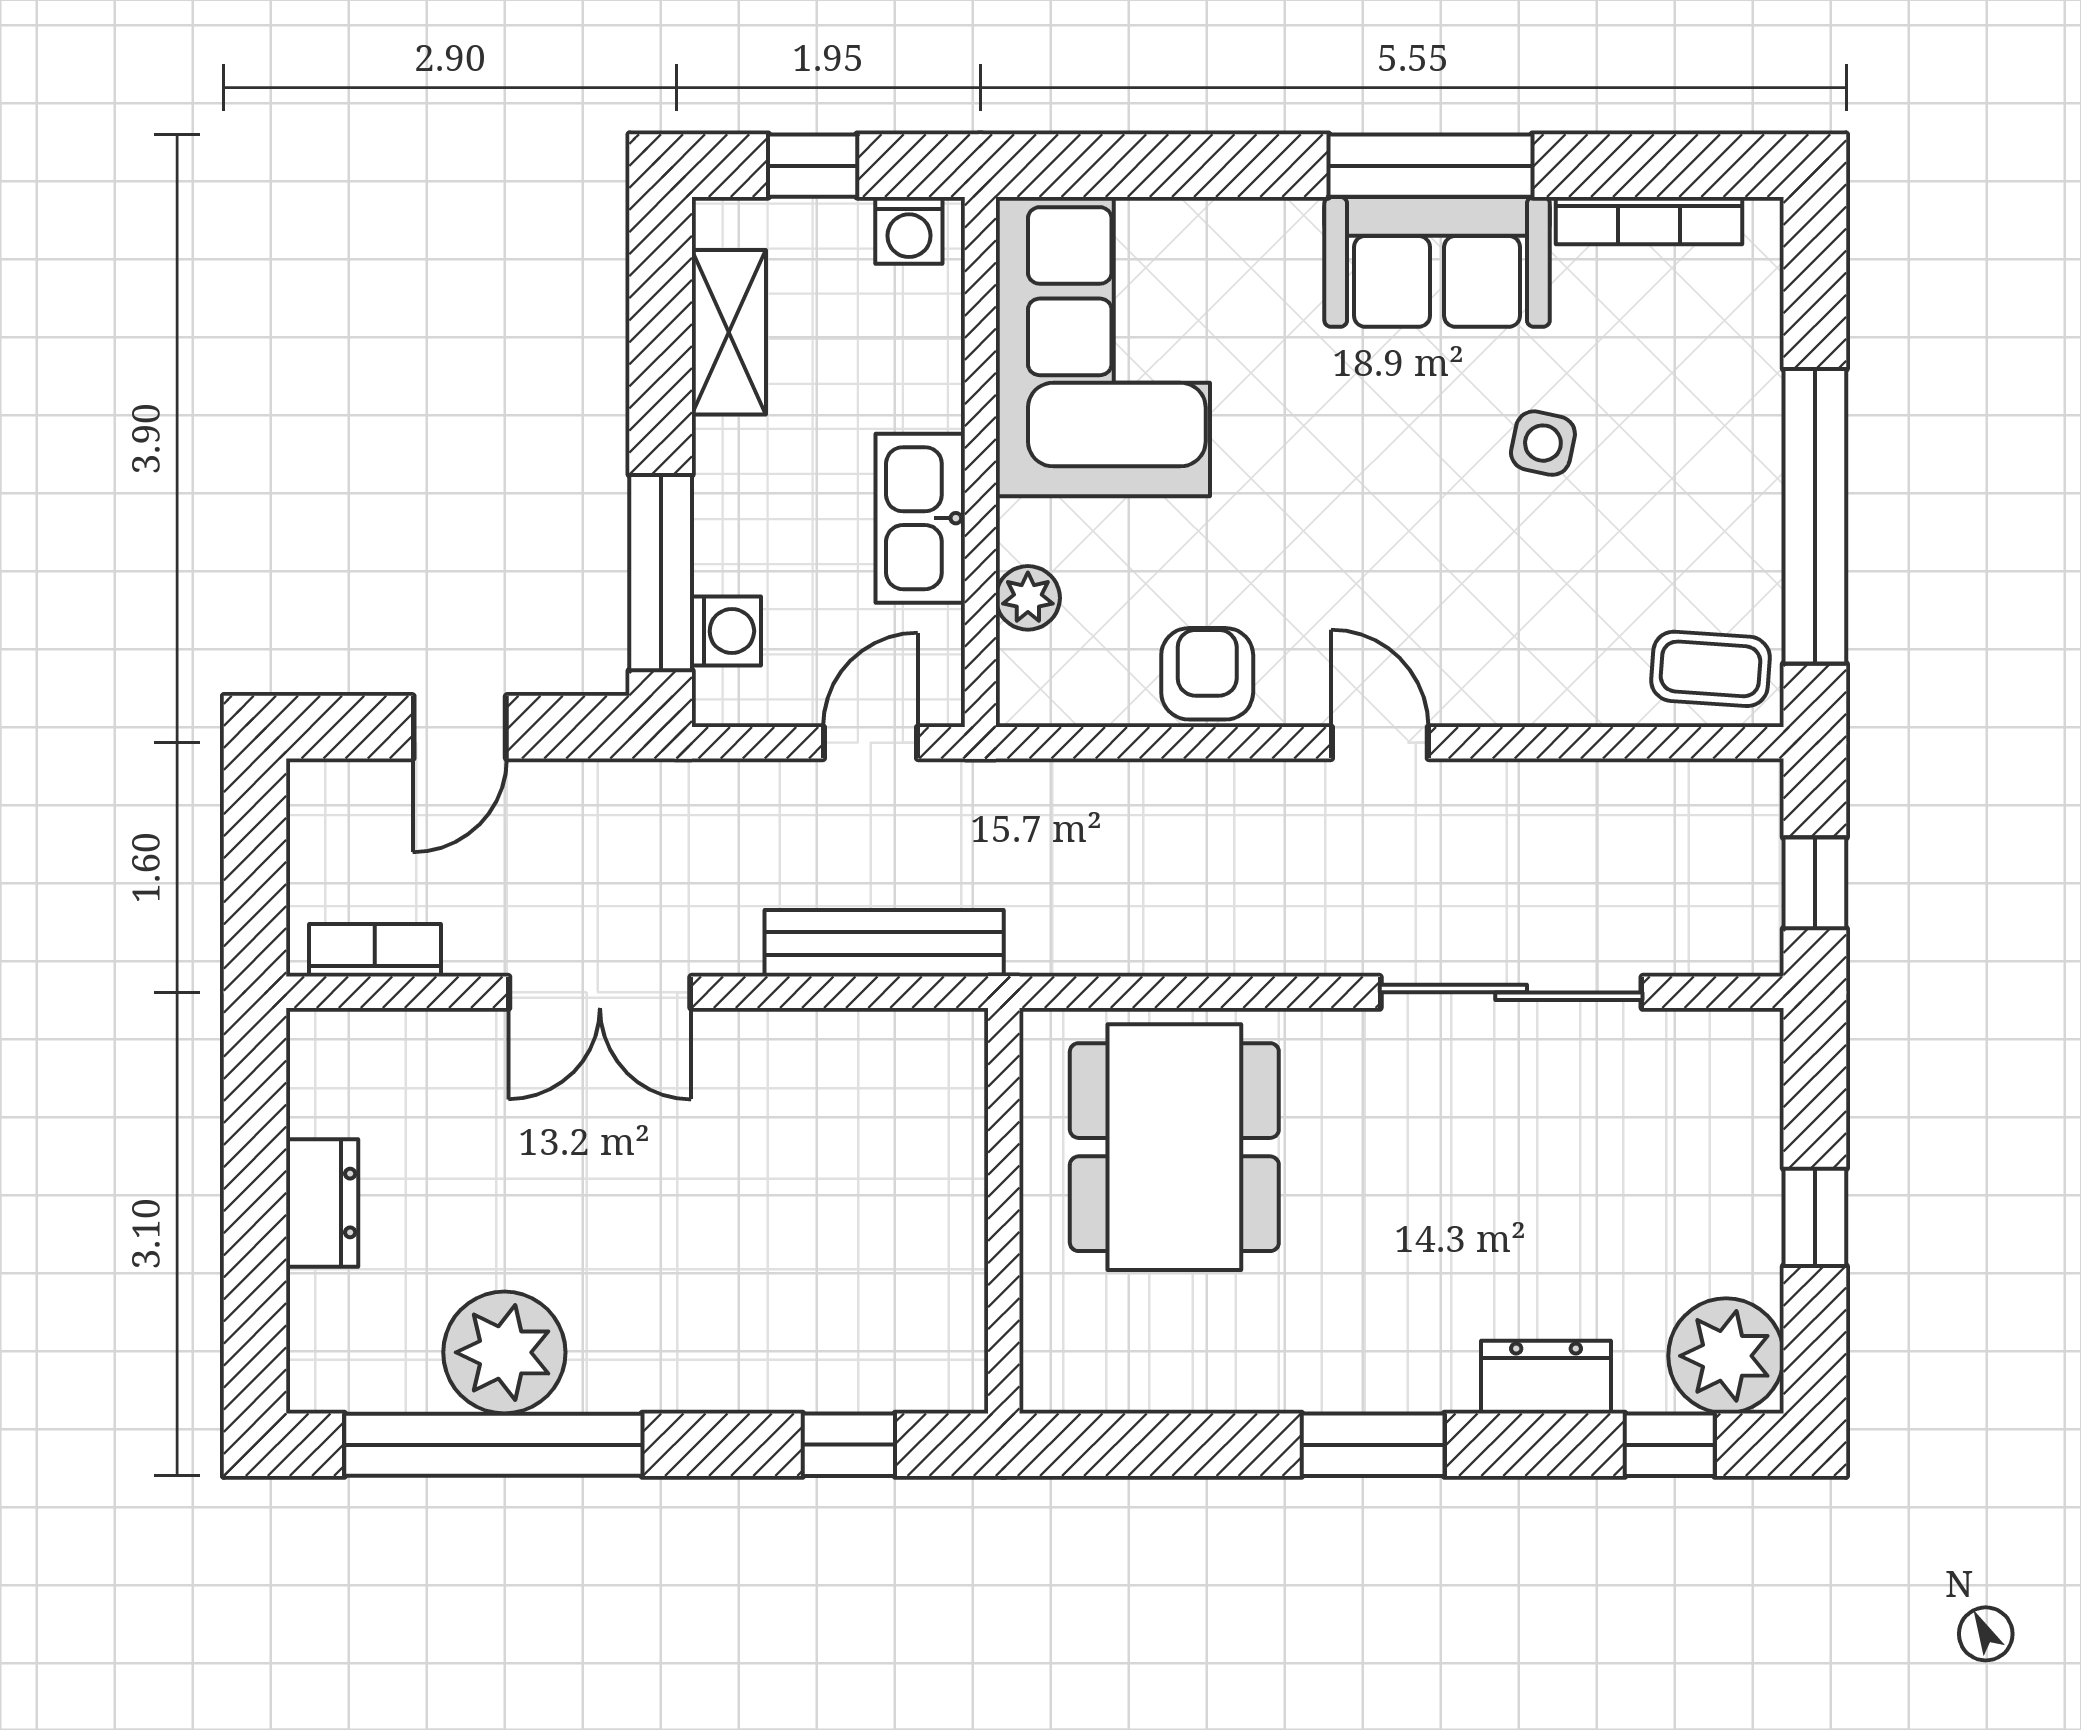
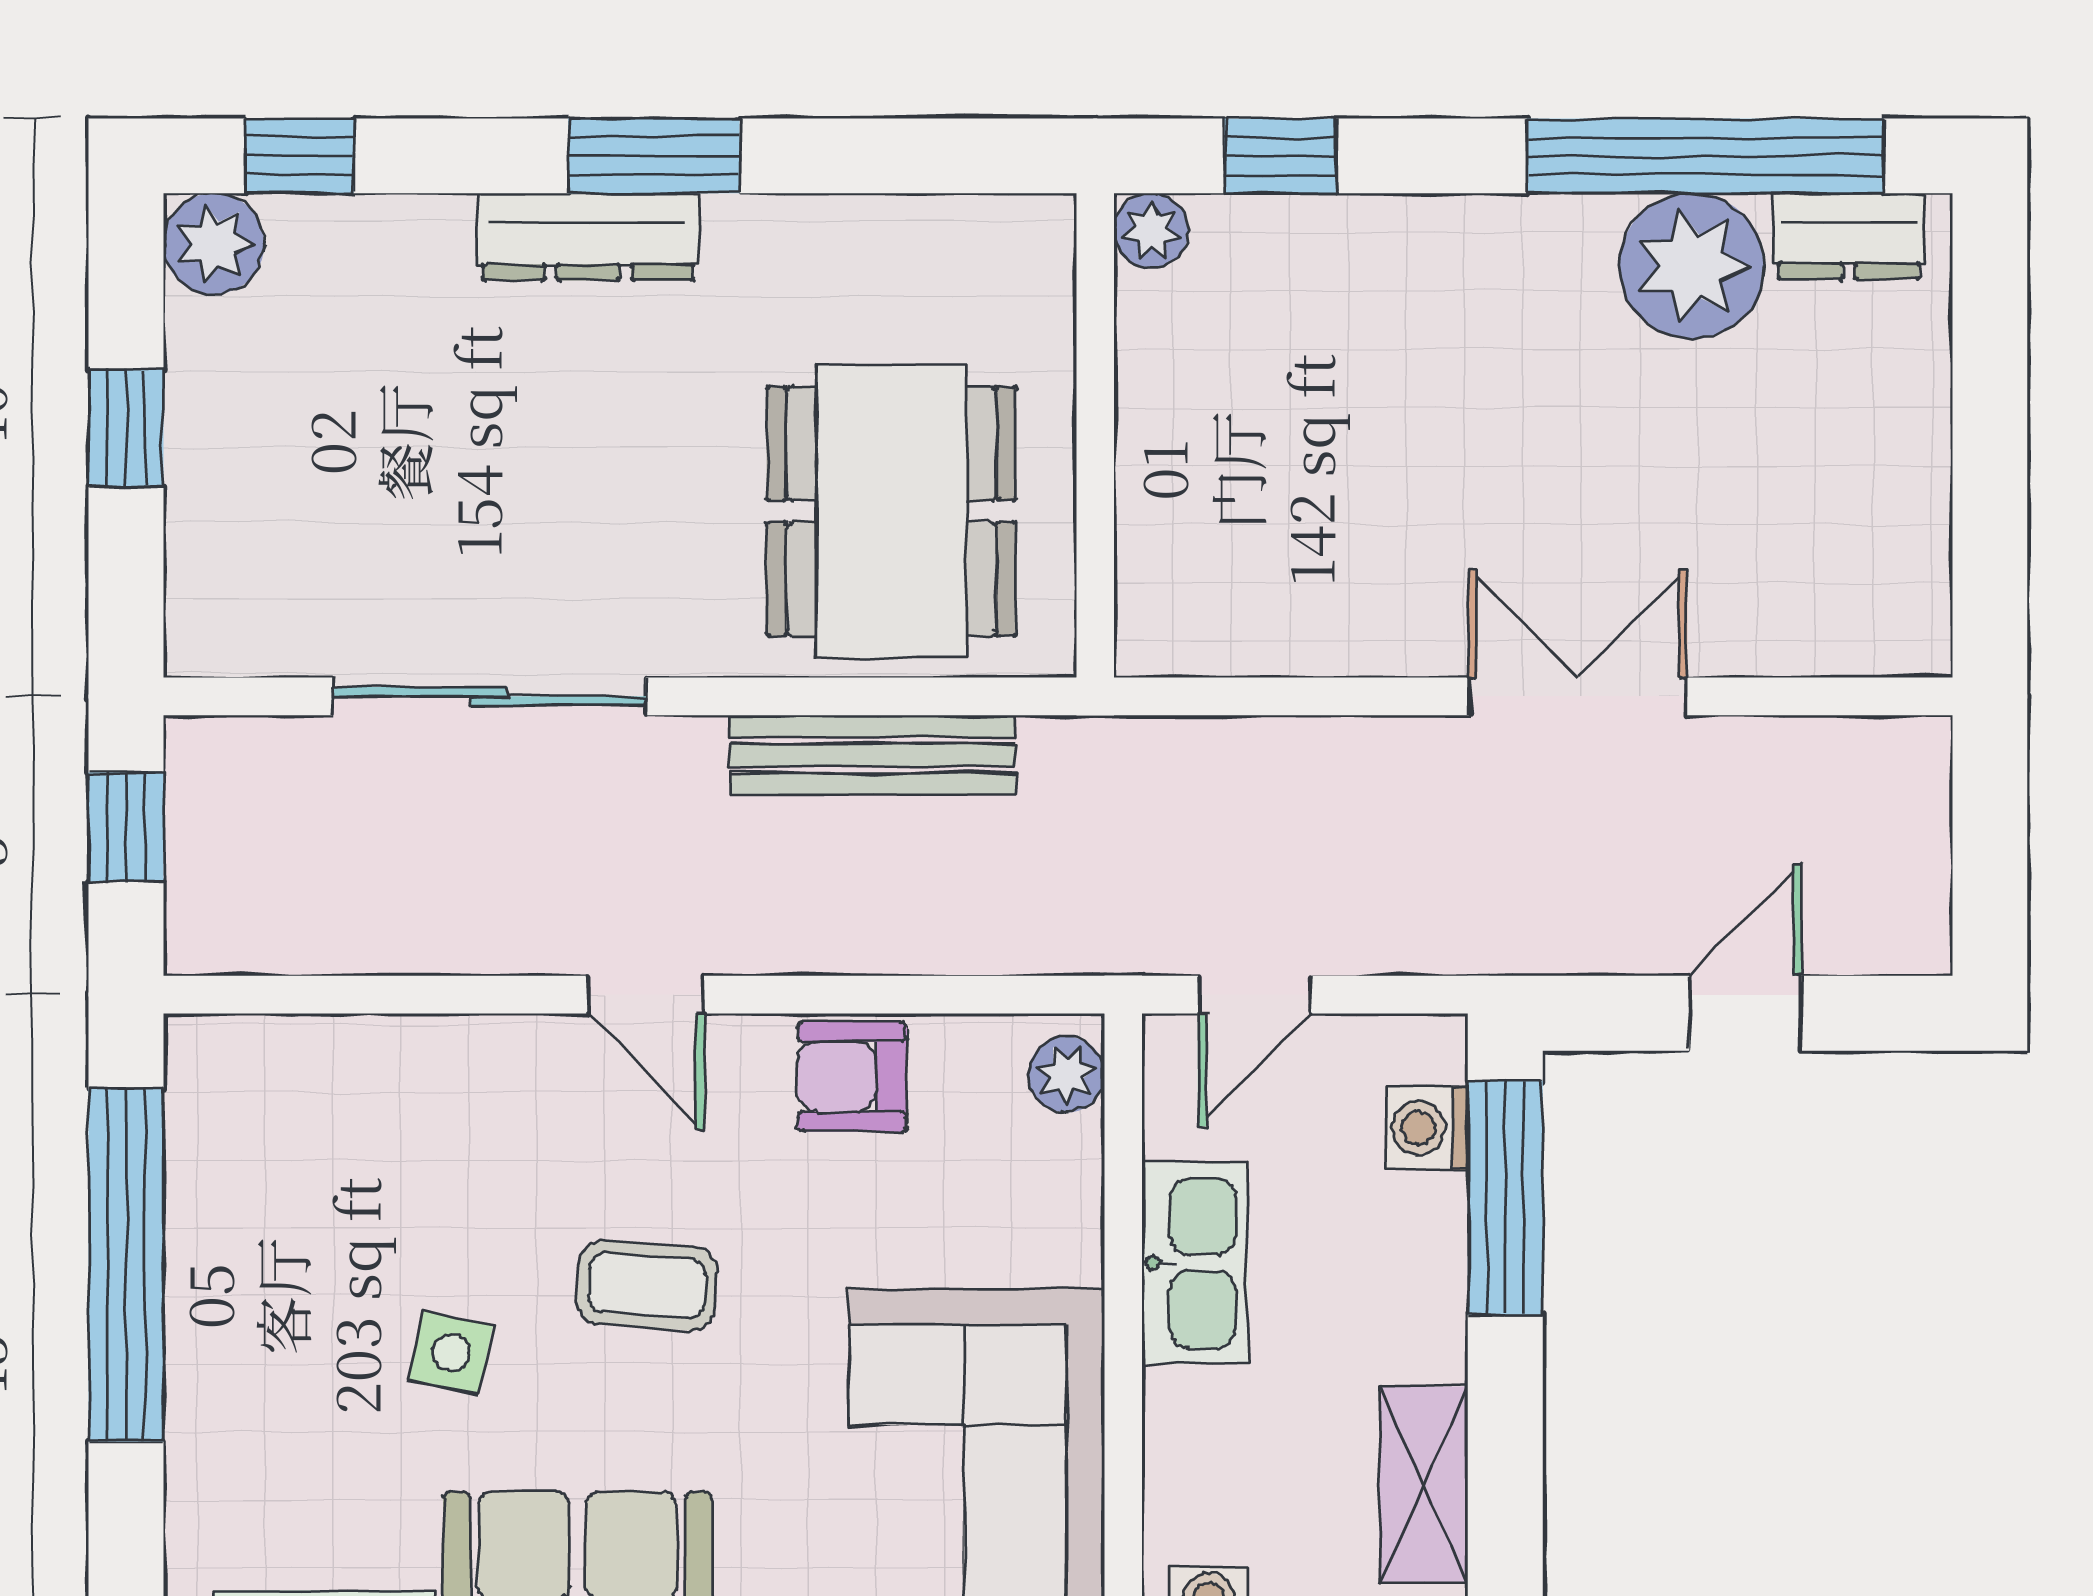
plant: (1028, 598) -> (1066, 1075), moved
coffee table: (1711, 669) -> (647, 1286), moved
armchair: (1207, 674) -> (852, 1077), turned 90
bench: (884, 943) -> (873, 755), moved
bookcase: (375, 950) -> (1847, 747), removed
dresser: (322, 1203) -> (1849, 236), moved, turned -90
plant: (1726, 1356) -> (214, 244), width x0.73, depth x0.73
dresser: (1546, 1377) -> (588, 237), moved, width x1.44
plant: (957, 1382) -> (1151, 231), added

